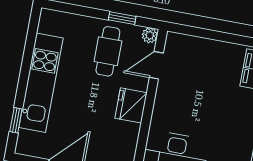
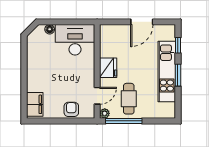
window: (122, 18) -> (124, 121), width x2.17
armchair: (201, 51) -> (71, 109), added
window: (25, 74) -> (178, 75), added

